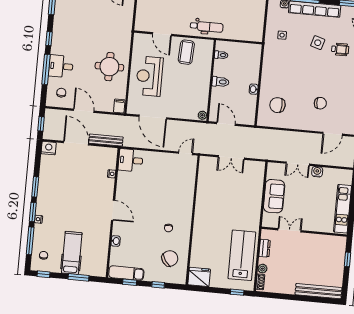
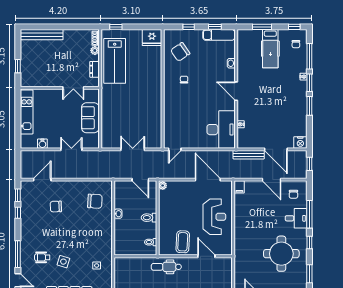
round table: (109, 67) -> (281, 254), moved, width x1.36, depth x1.36
desk: (131, 160) -> (221, 130), width x1.87, depth x1.30
water cooler: (317, 172) -> (42, 144), moved

